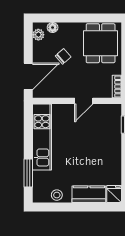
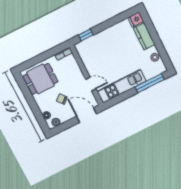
door: (84, 101) -> (91, 84), moved
window: (28, 173) -> (150, 83), width x1.44

